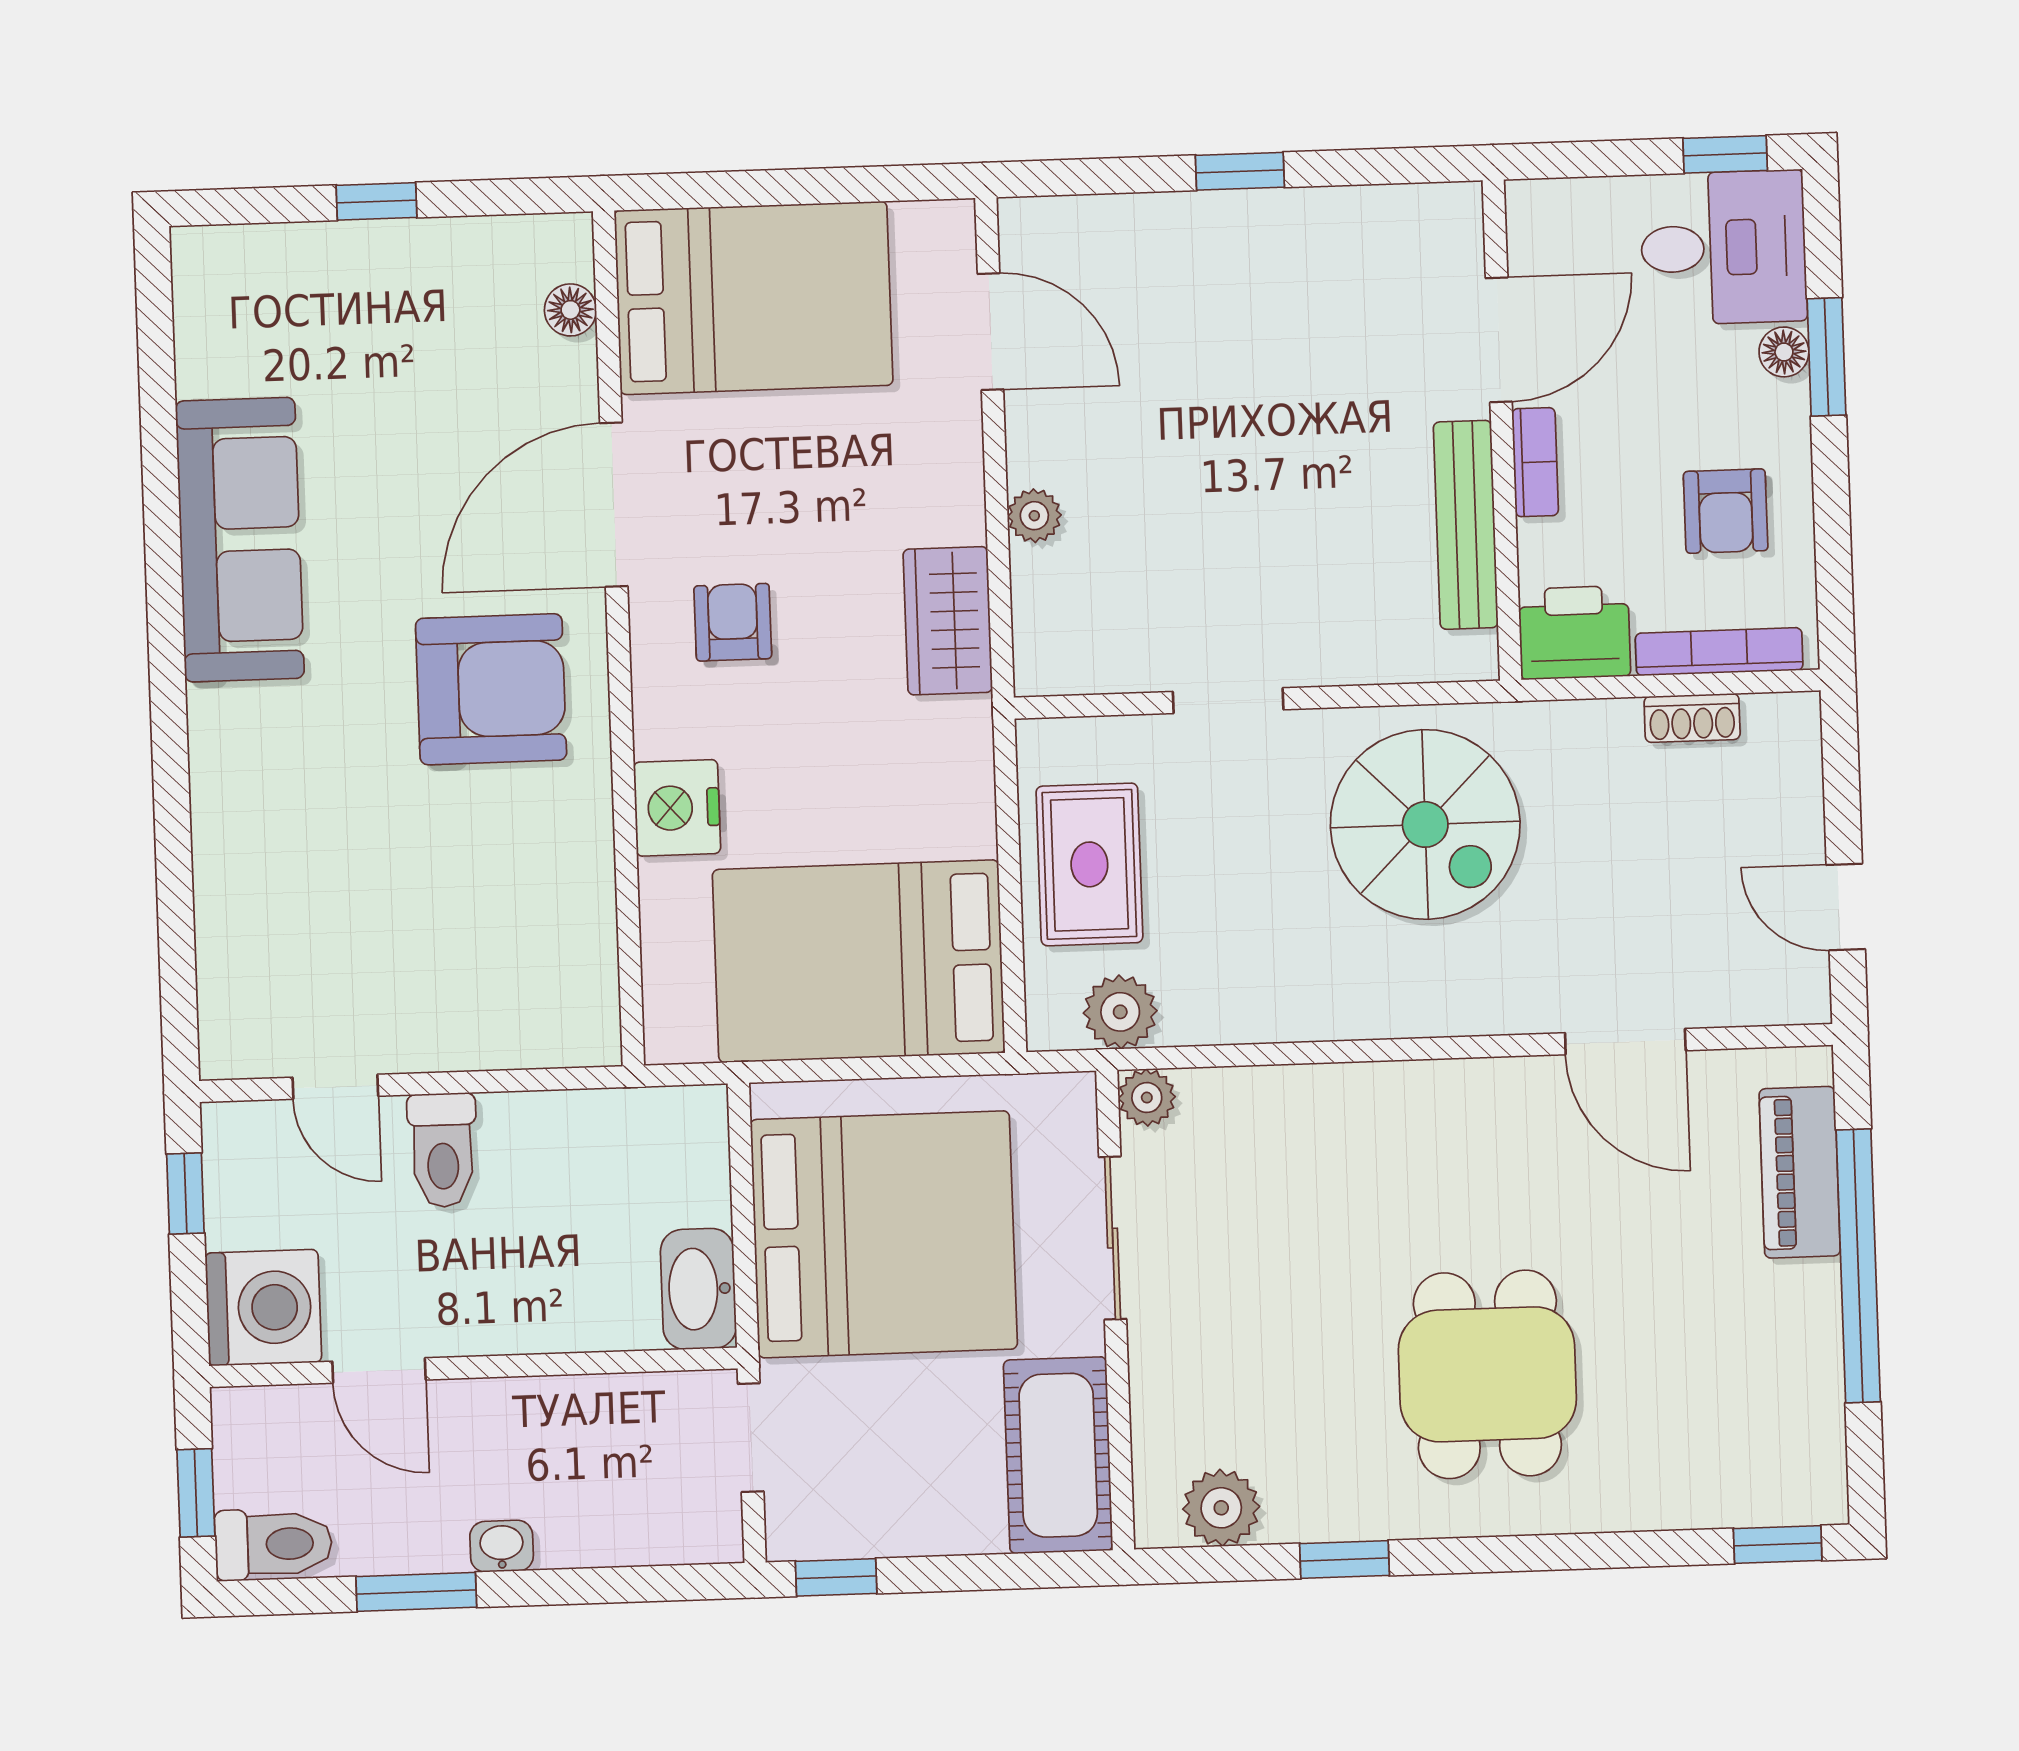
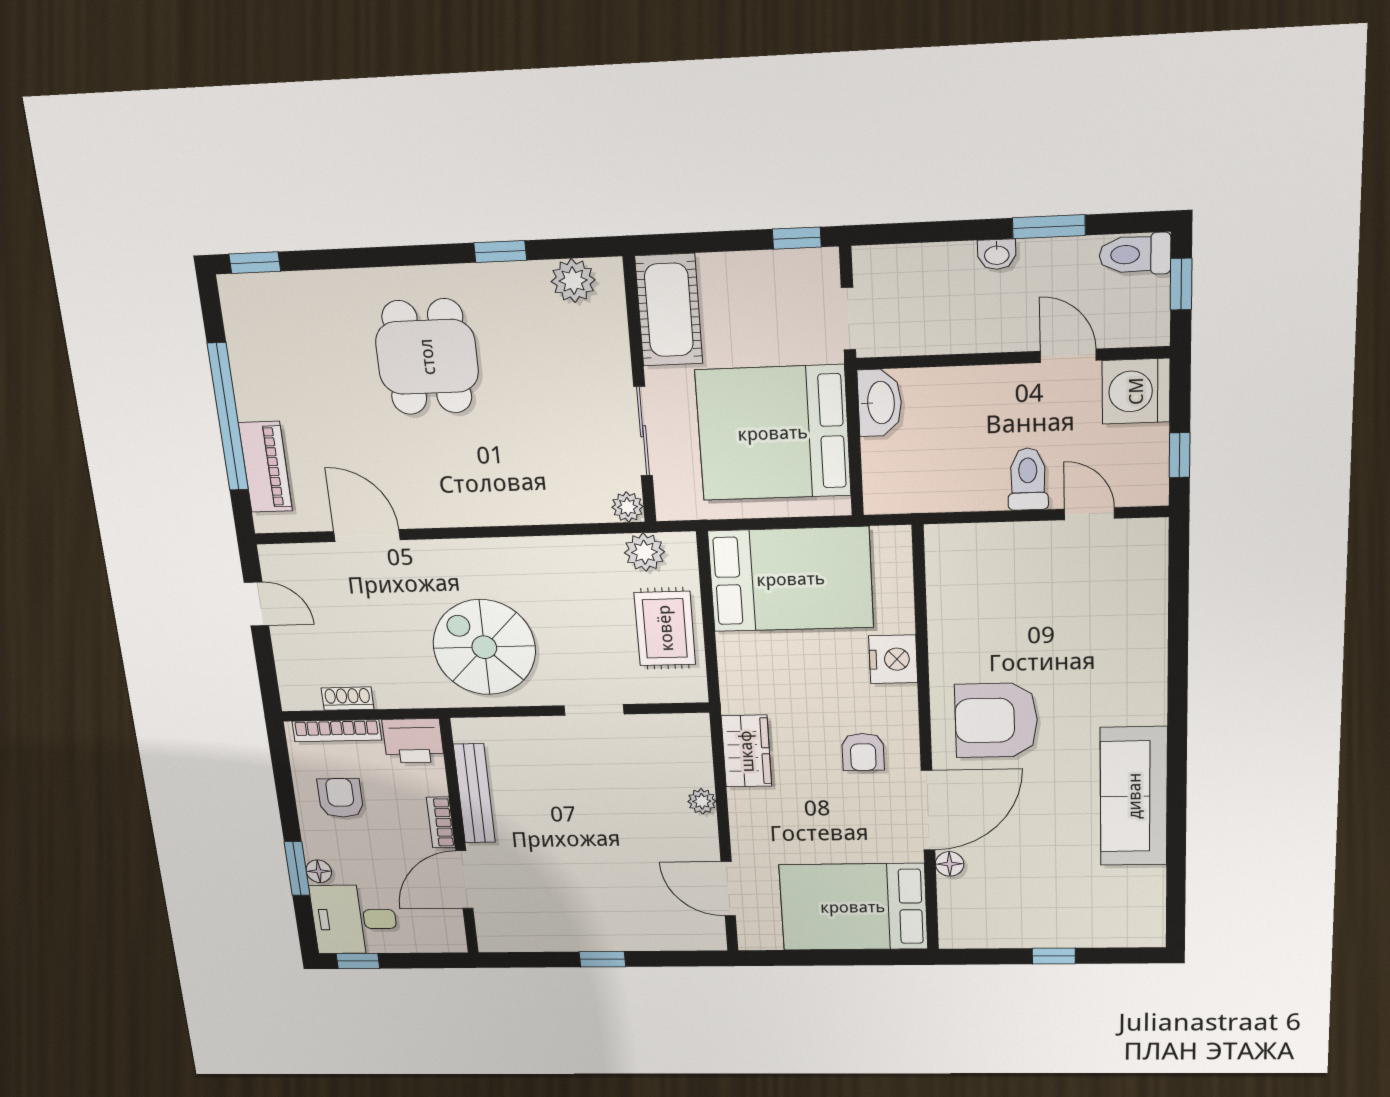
floor lamp: (570, 310) -> (950, 864), moved

